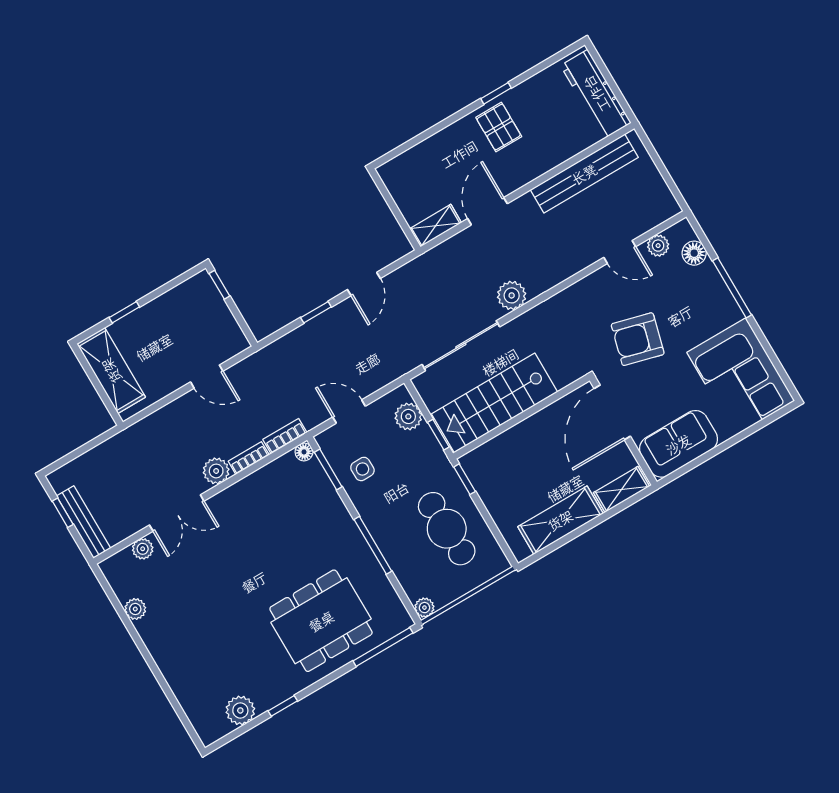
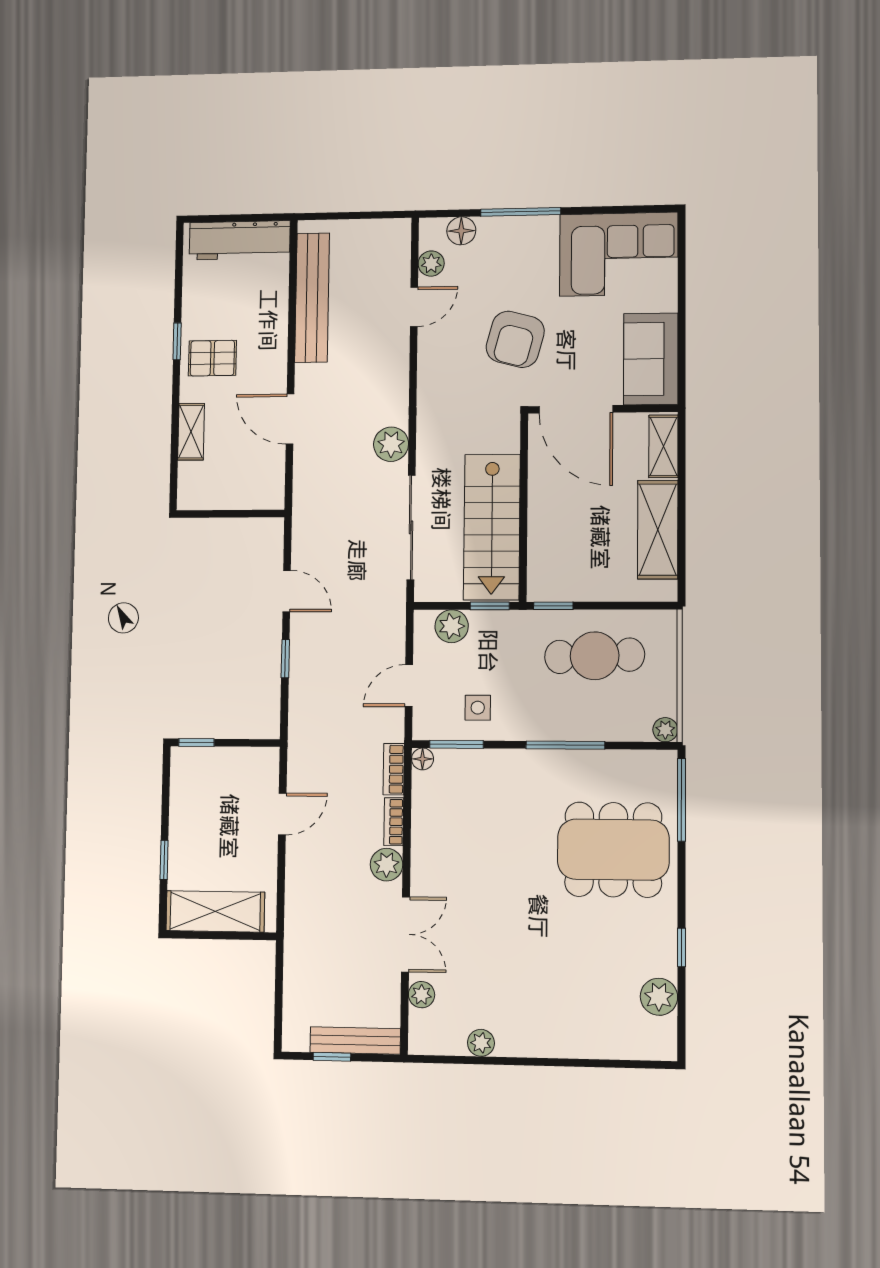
shelving: (436, 226) -> (191, 432), moved
dining table: (321, 621) -> (613, 850), turned 90

